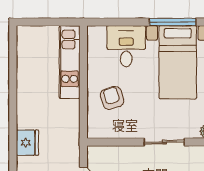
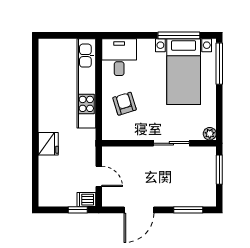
desk: (126, 46) -> (119, 57), moved
kitchen unit: (70, 62) -> (86, 83), width x1.36

